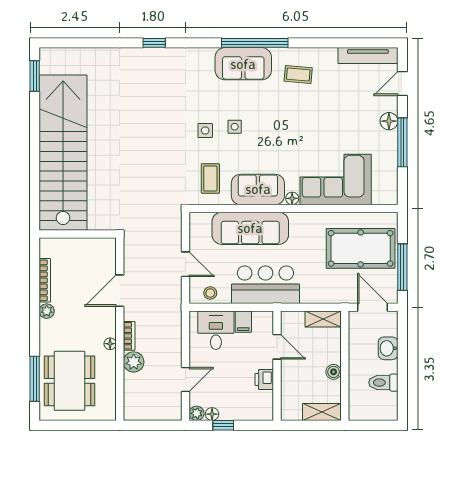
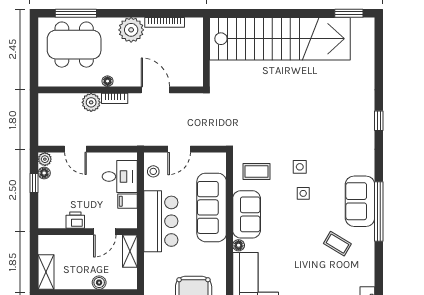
coffee table: (298, 74) -> (337, 244), moved, turned -64
plant: (47, 311) -> (131, 30), width x1.88, depth x1.88
shelving: (323, 319) -> (130, 251), moved
boiler: (334, 372) -> (99, 283), moved

